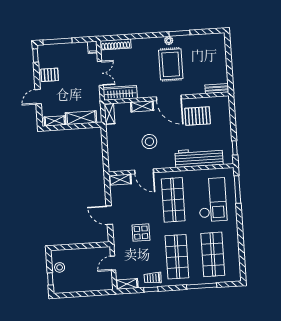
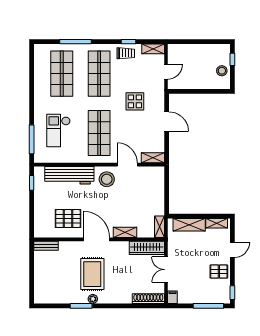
stool: (149, 142) -> (107, 179), moved
checkout: (212, 200) -> (58, 130), width x0.73, depth x0.83

